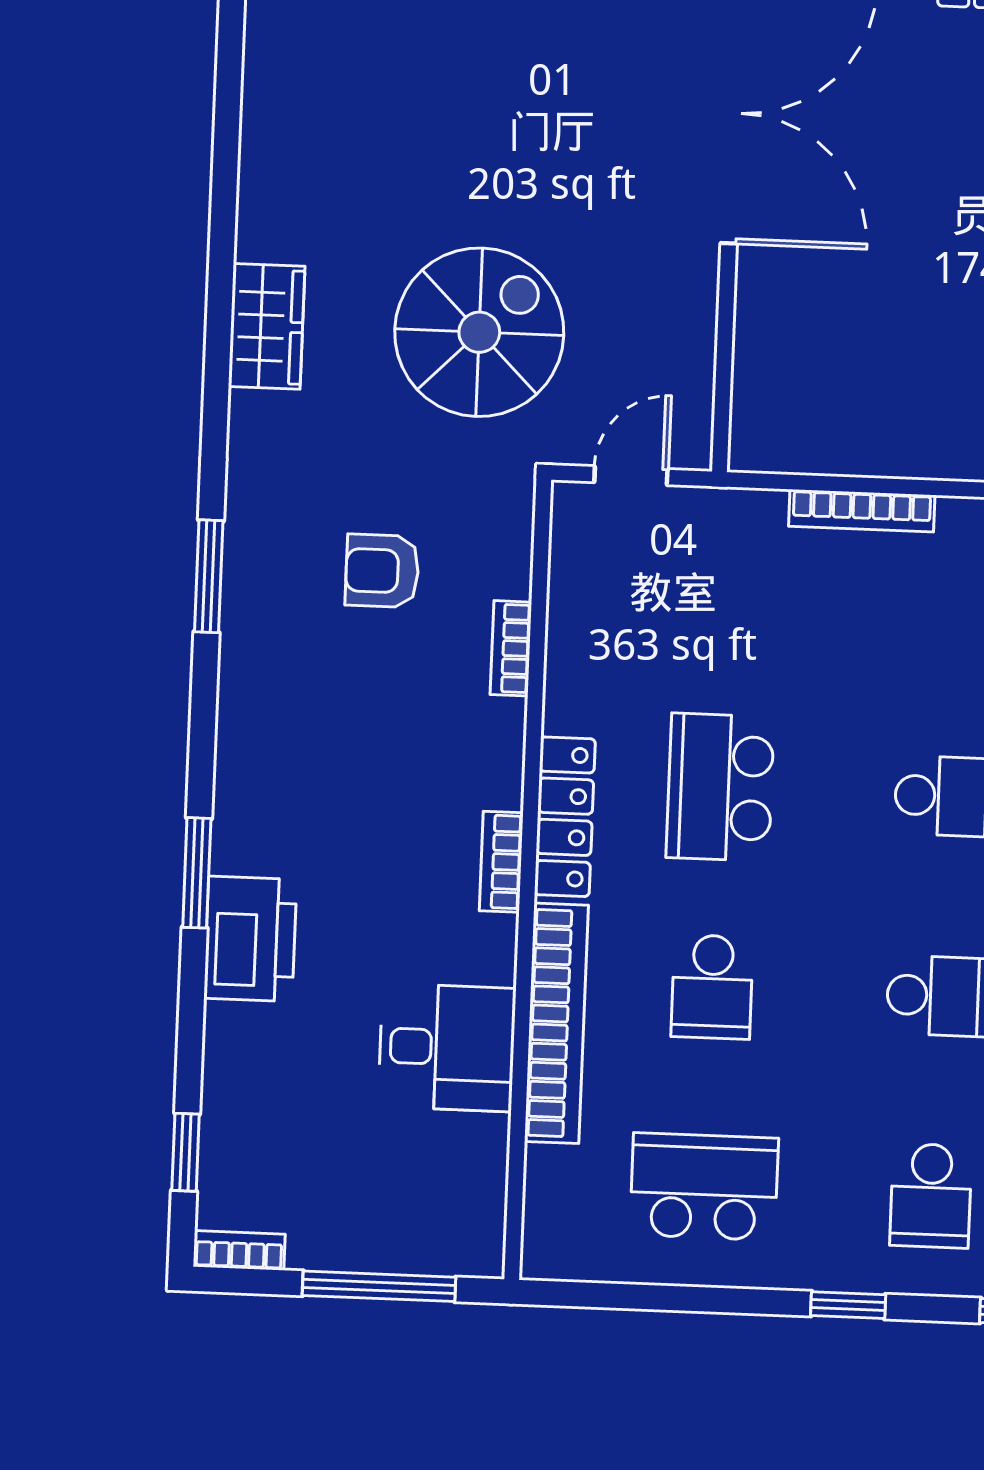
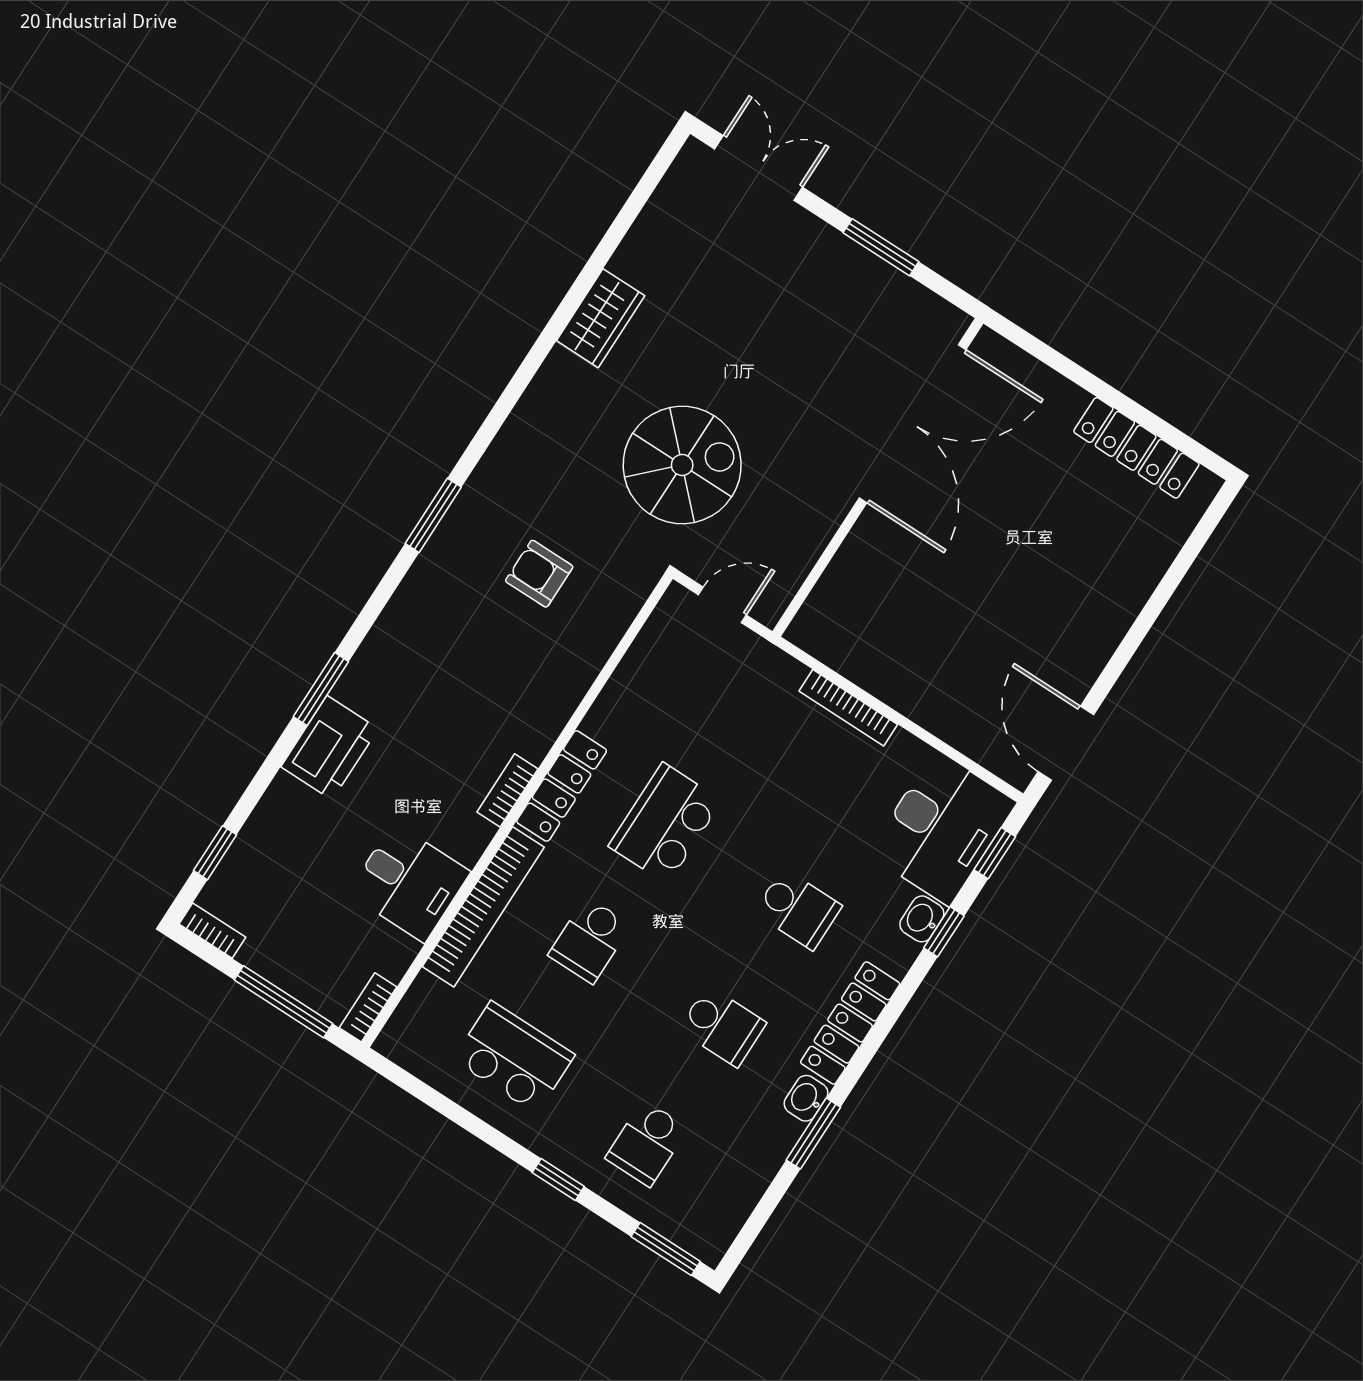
wardrobe: (267, 326) -> (601, 318), moved
bookcase: (511, 648) -> (368, 1007), moved

